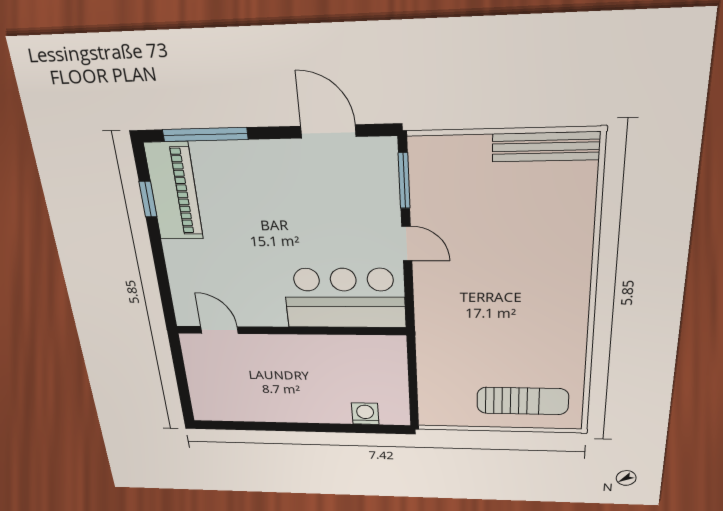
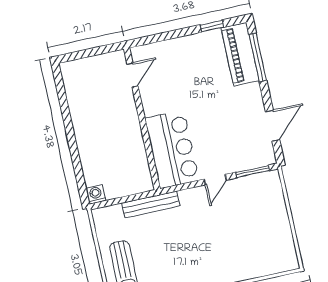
bench: (546, 147) -> (151, 204), moved, turned 90
piano: (174, 191) -> (240, 54), moved, turned 90
washing machine: (365, 414) -> (96, 194), moved, turned -90

